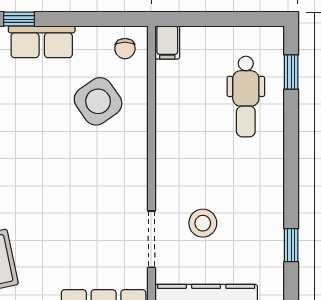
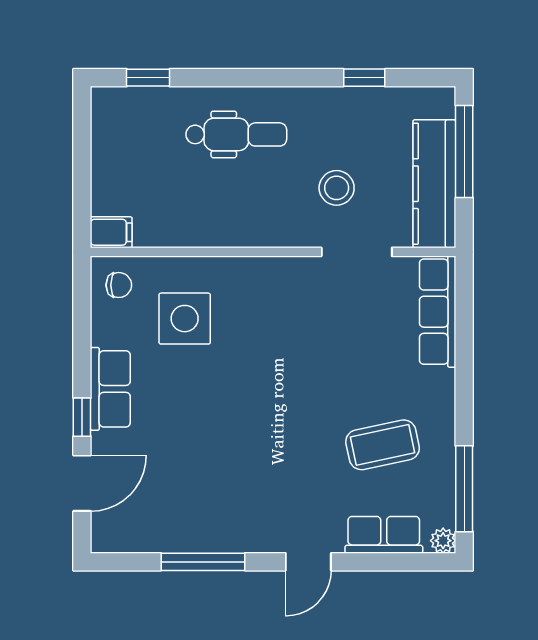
dental chair: (246, 97) -> (236, 134), moved
side table: (98, 101) -> (185, 319), turned 35

